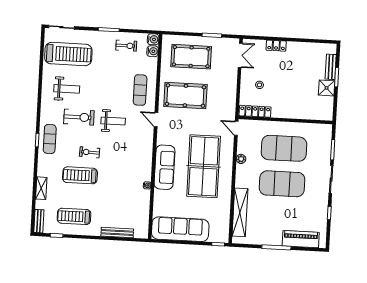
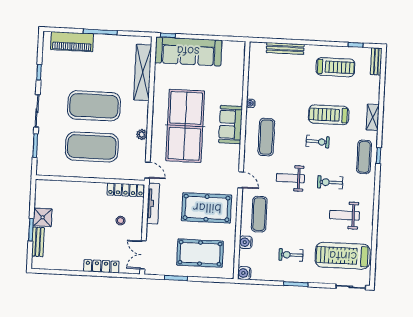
exercise bike: (126, 46) -> (291, 255), moved
locker: (276, 46) -> (101, 266), width x1.53
water cooler: (153, 51) -> (246, 242), moved
tv unit: (231, 99) -> (153, 204), added
exercise bike: (79, 117) -> (330, 182), width x0.73, depth x0.72
exercise mat: (134, 156) -> (266, 137), added
sofa: (164, 167) -> (231, 125), width x0.73
treadmill: (80, 175) -> (329, 115), turned 180
shelving: (41, 188) -> (373, 117), moved
sofa: (180, 229) -> (188, 51), moved

